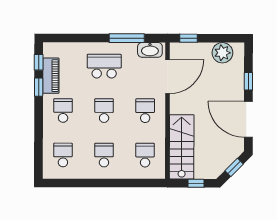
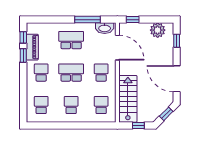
door: (167, 77) -> (117, 48), hinge flipped
window: (248, 81) -> (177, 41), moved
school desk: (104, 111) -> (71, 73), width x1.85

